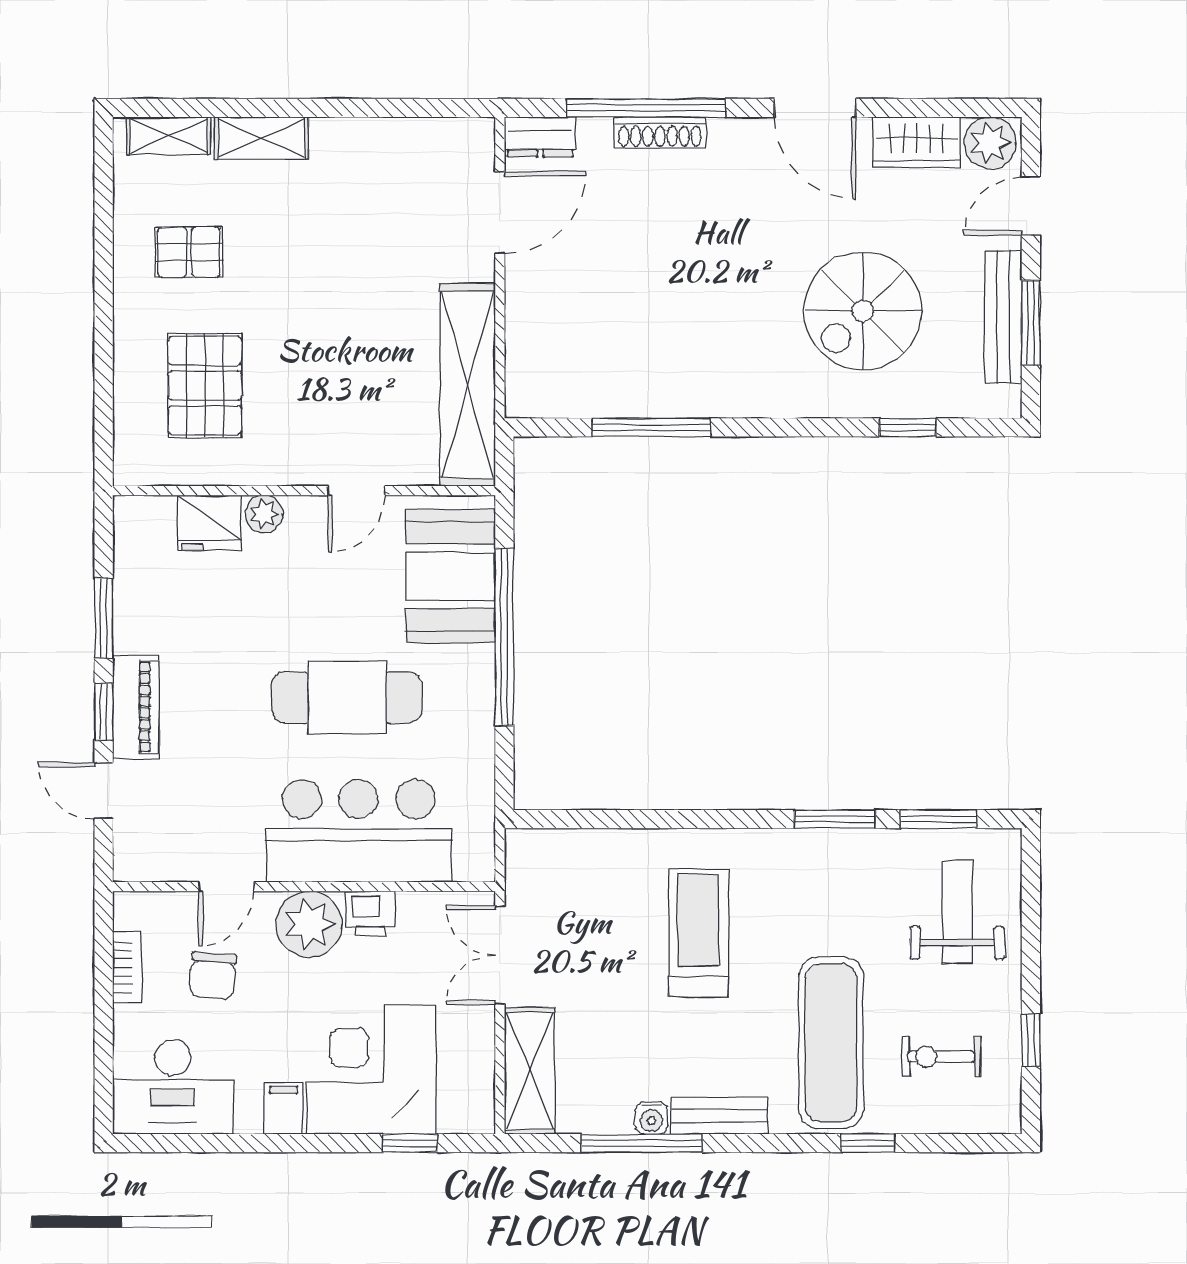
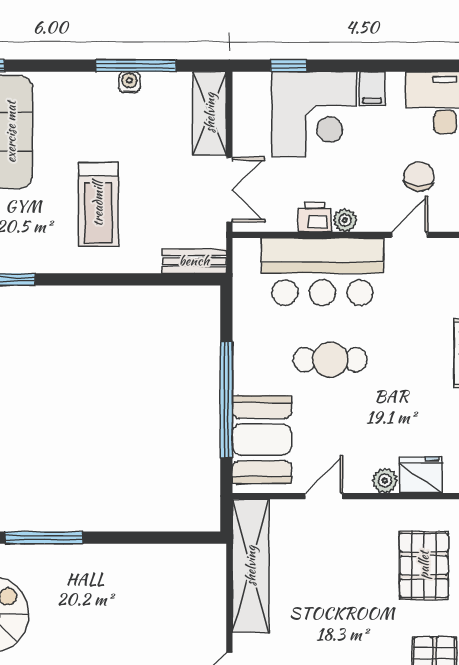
window: (651, 427) -> (44, 538), moved
cafe table: (347, 697) -> (330, 360), width x0.73, depth x0.74
plant: (309, 924) -> (345, 220), width x0.53, depth x0.53
bench: (720, 1116) -> (194, 261), moved

